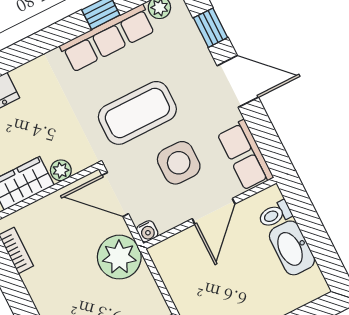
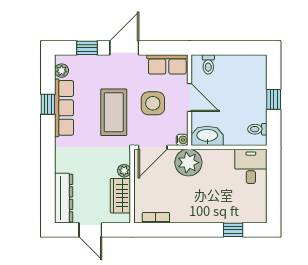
washbasin: (292, 248) -> (207, 136), moved, turned 180

